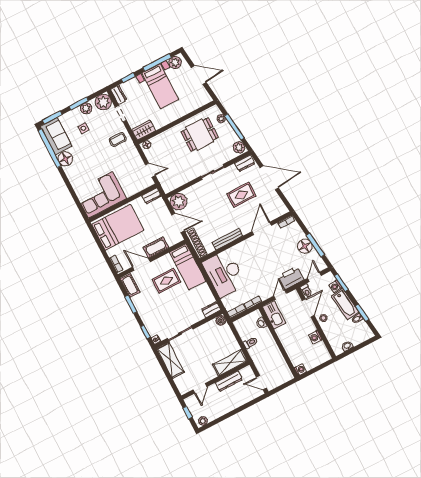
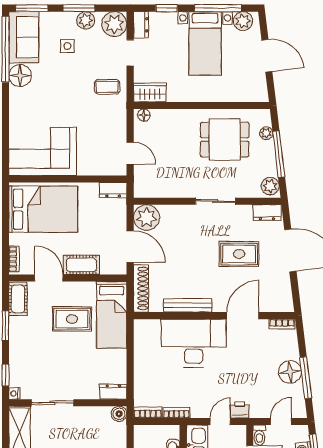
desk: (224, 274) -> (194, 343), moved, turned 90
printer: (291, 278) -> (240, 410), width x0.53, depth x0.68

